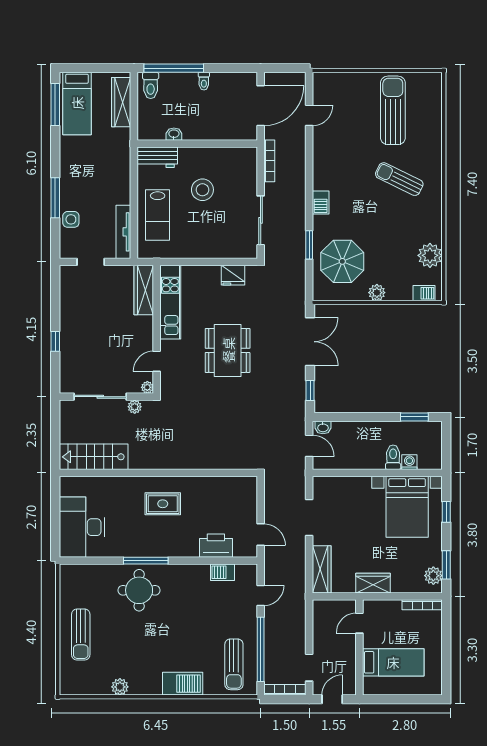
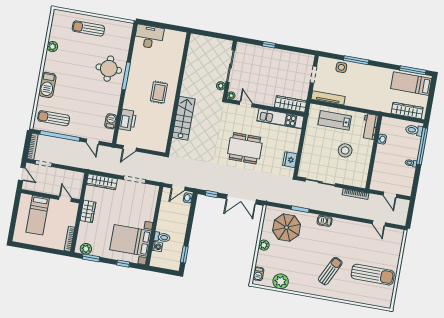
door: (261, 106) -> (390, 195), width x0.53
stairs: (94, 457) -> (184, 118), moved
desk: (82, 527) -> (149, 37), width x0.73, depth x0.77

